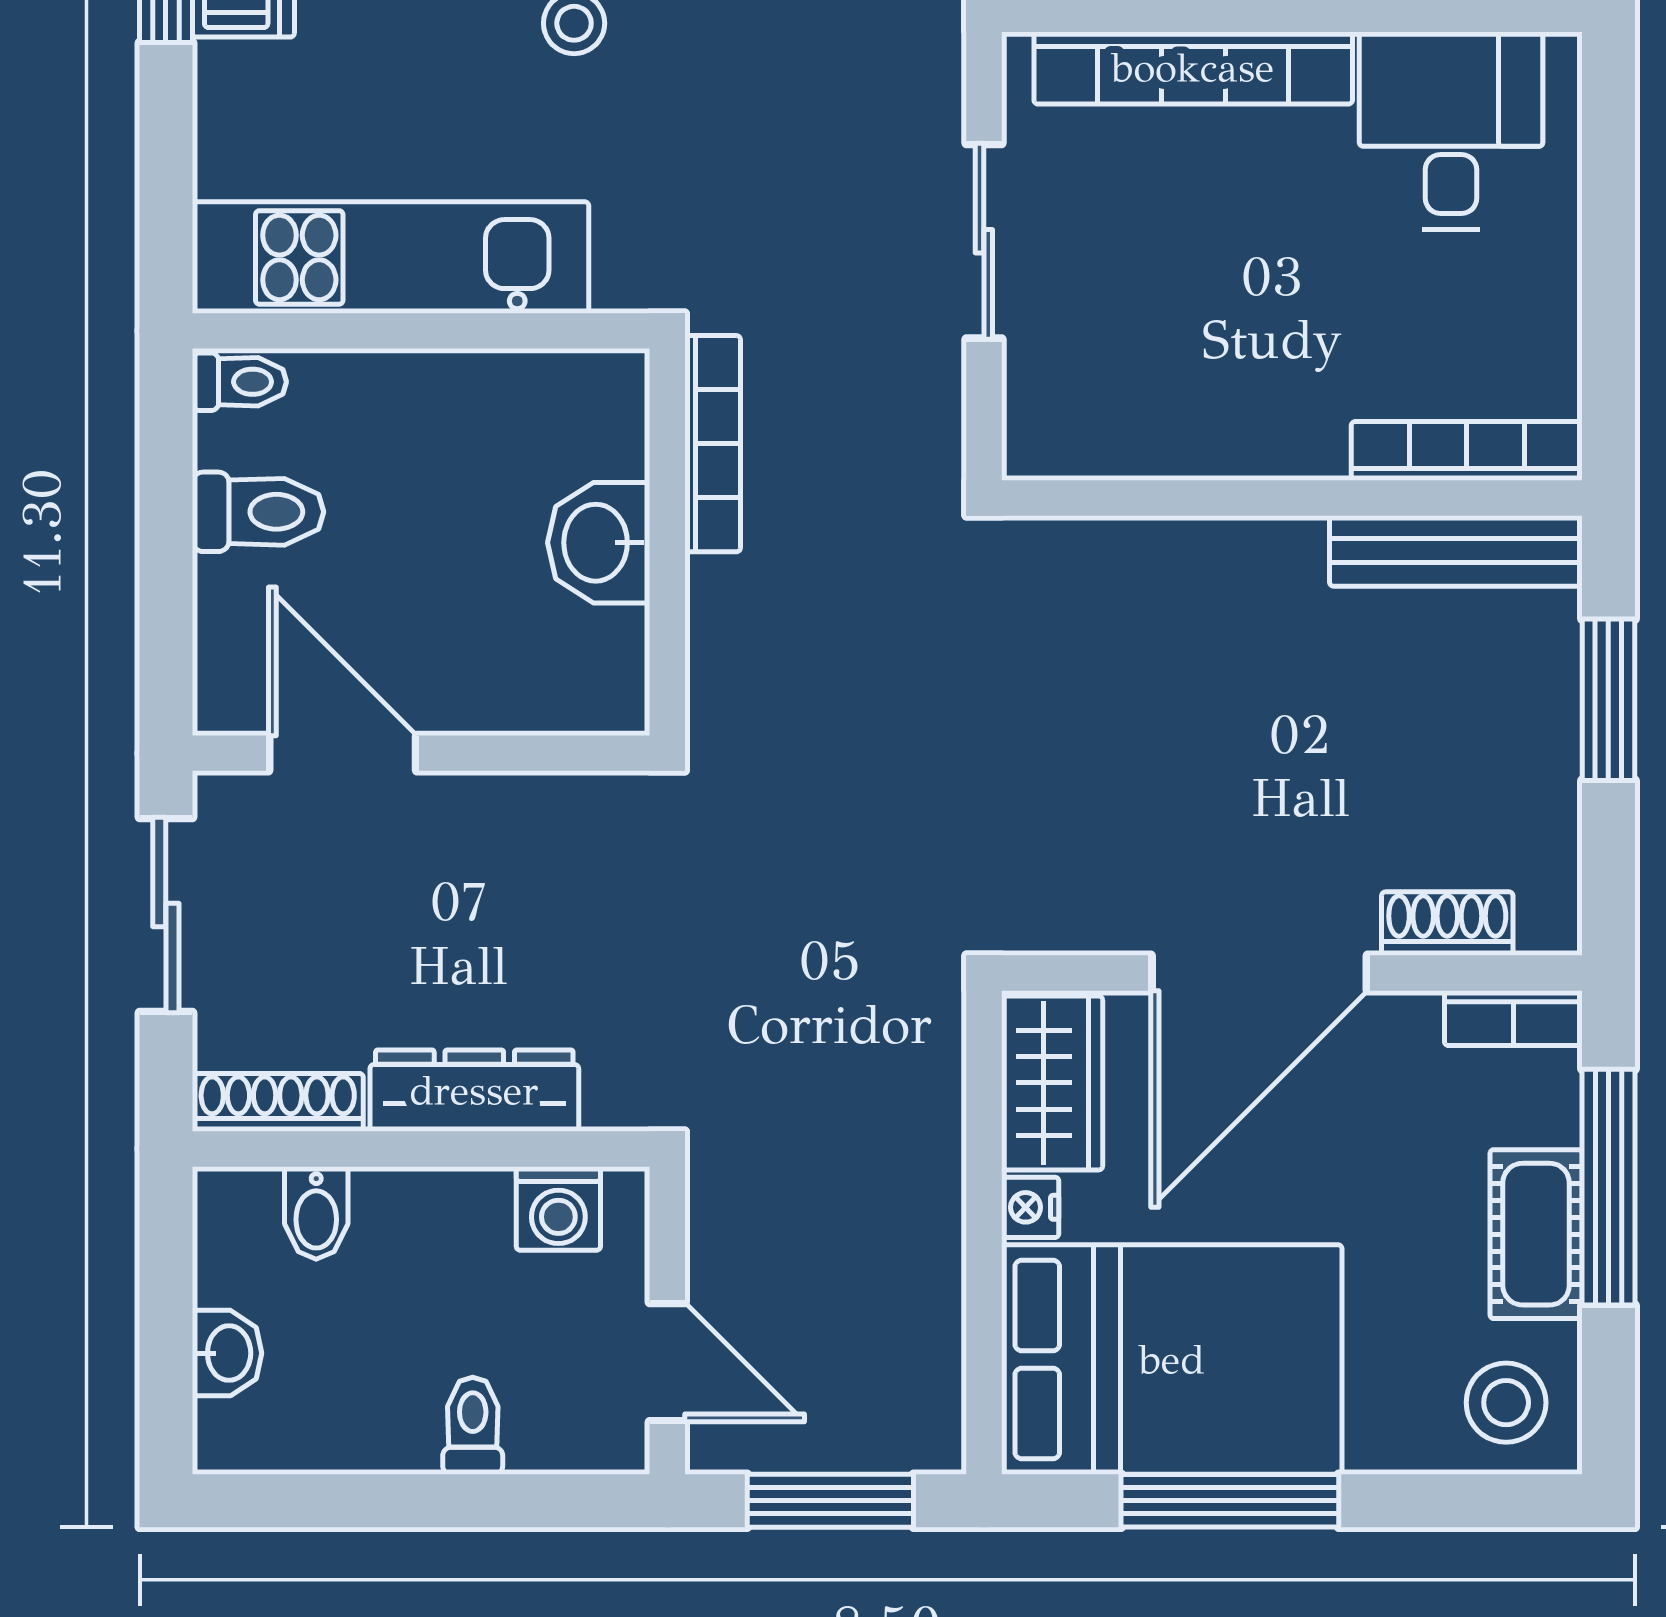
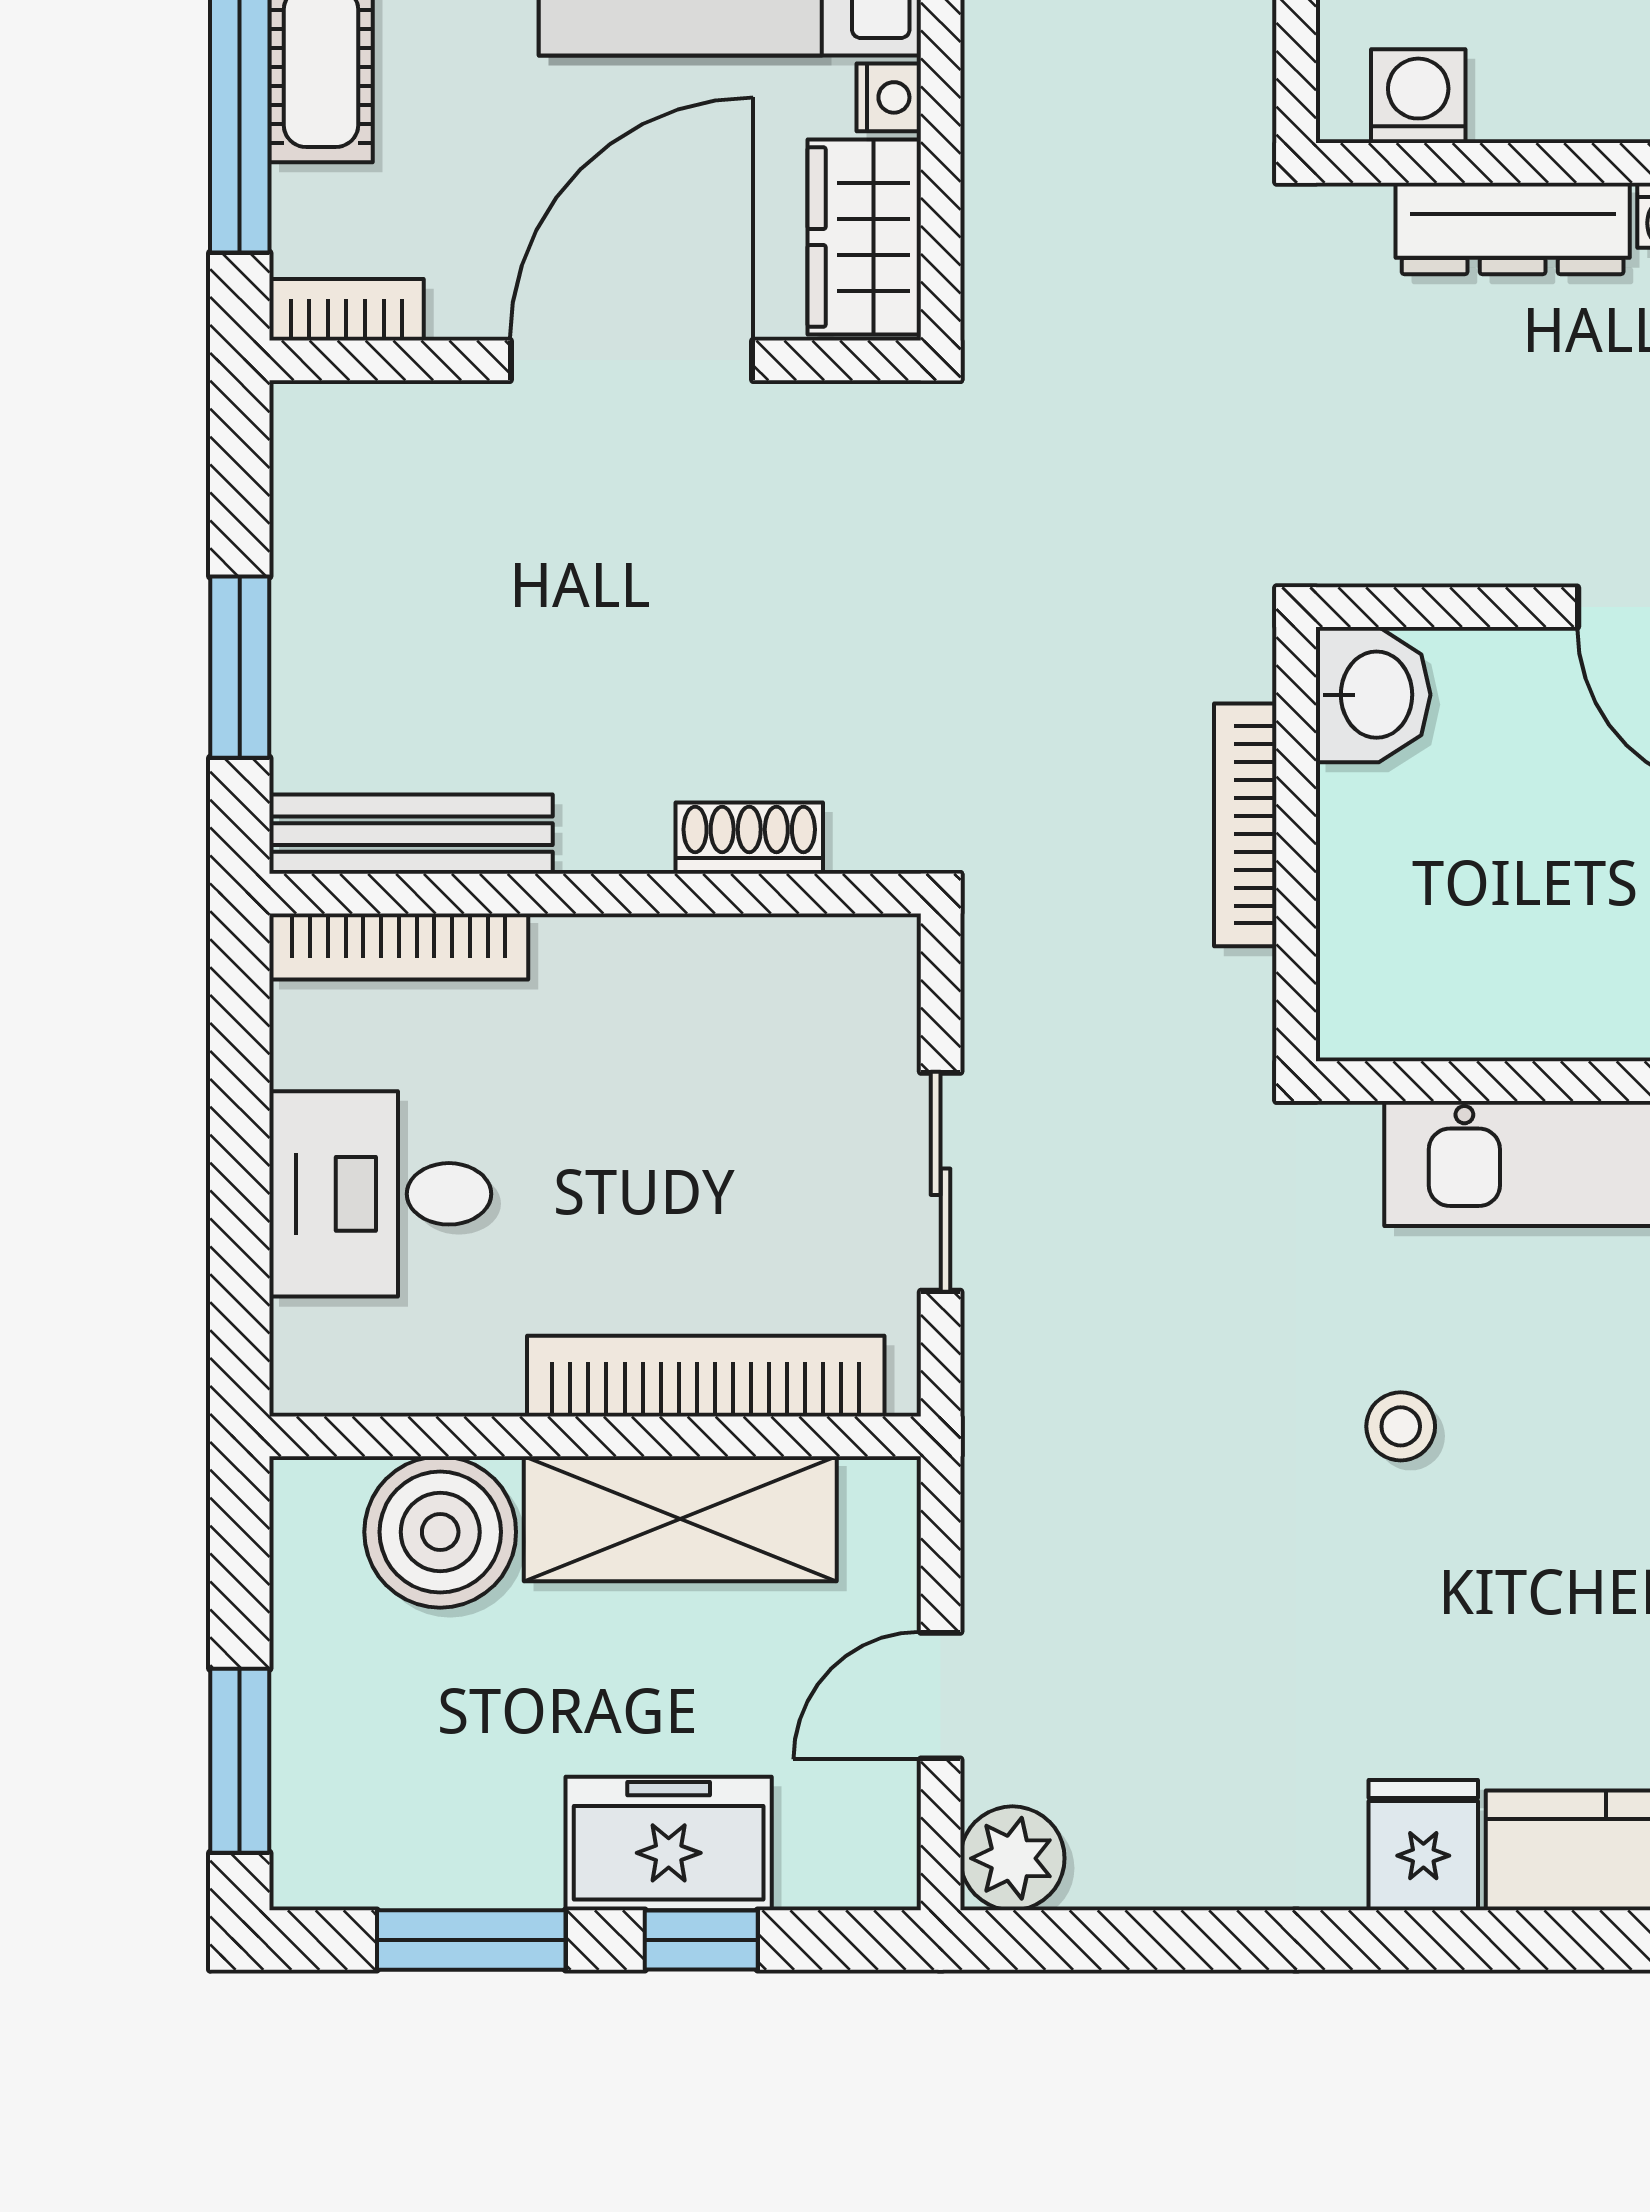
desk: (1451, 131) -> (380, 1194), moved, turned 90
bookcase: (713, 444) -> (1245, 825), moved
washbasin: (599, 543) -> (1373, 695), moved
shoe rack: (1447, 924) -> (749, 838), moved, turned 180

